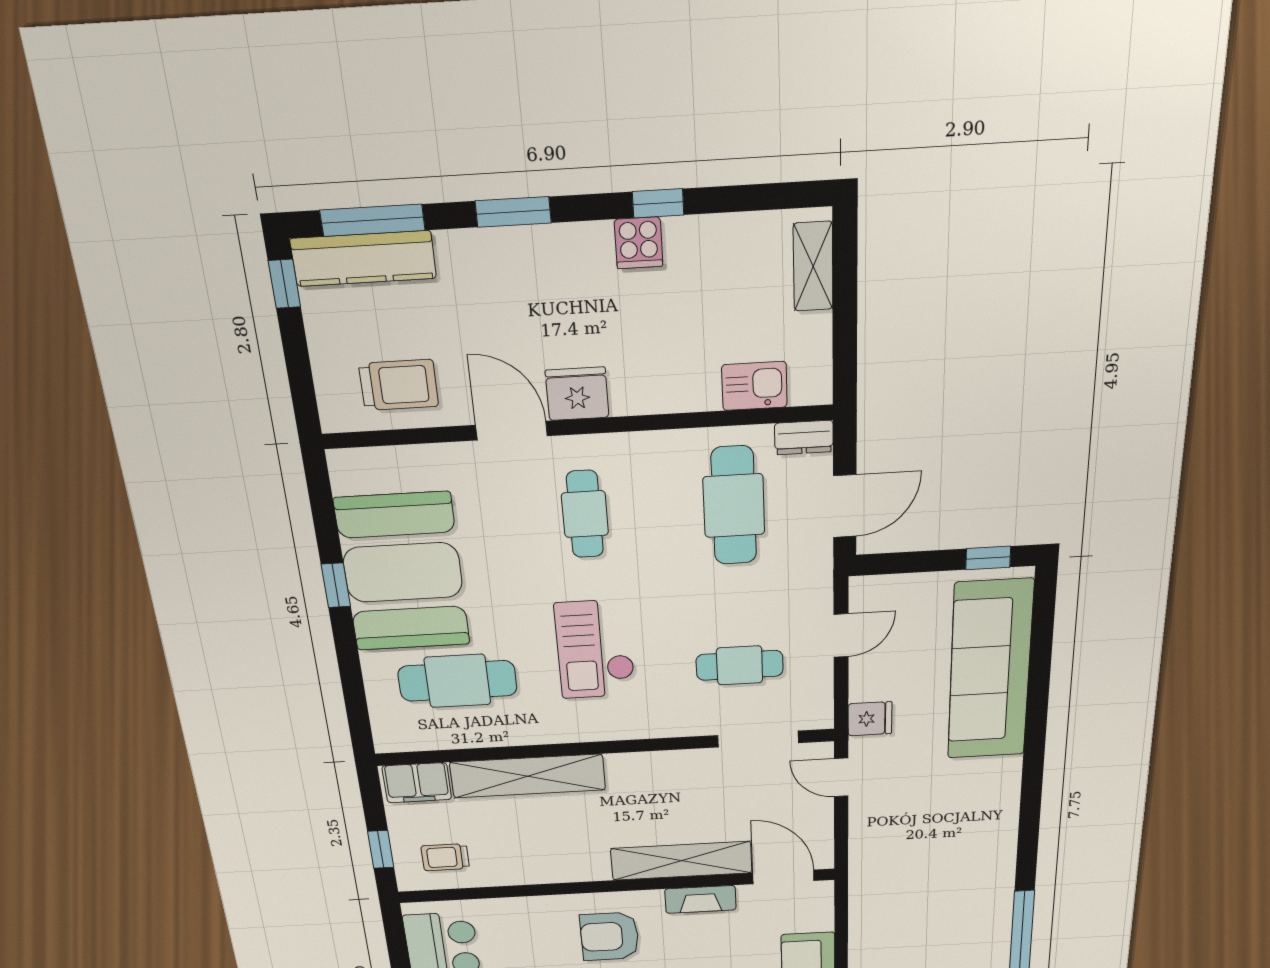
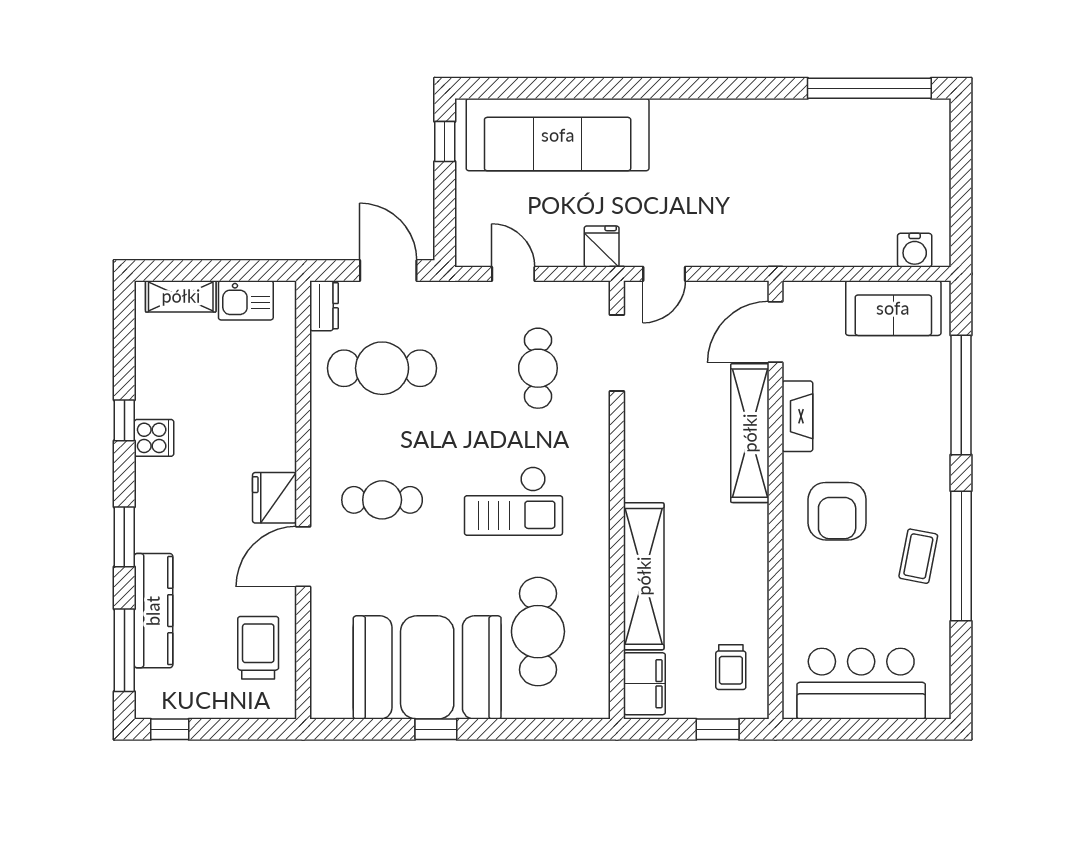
kitchen counter: (363, 259) -> (153, 611), moved
kitchen sink: (754, 386) -> (246, 300), moved, turned -90

